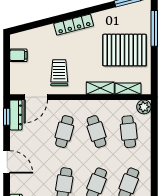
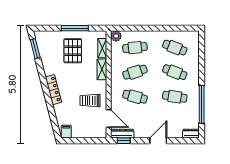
window: (154, 28) -> (75, 28), moved
pallet: (125, 50) -> (73, 51), width x0.73, depth x0.71
filing cabinet: (18, 55) -> (66, 132), moved

